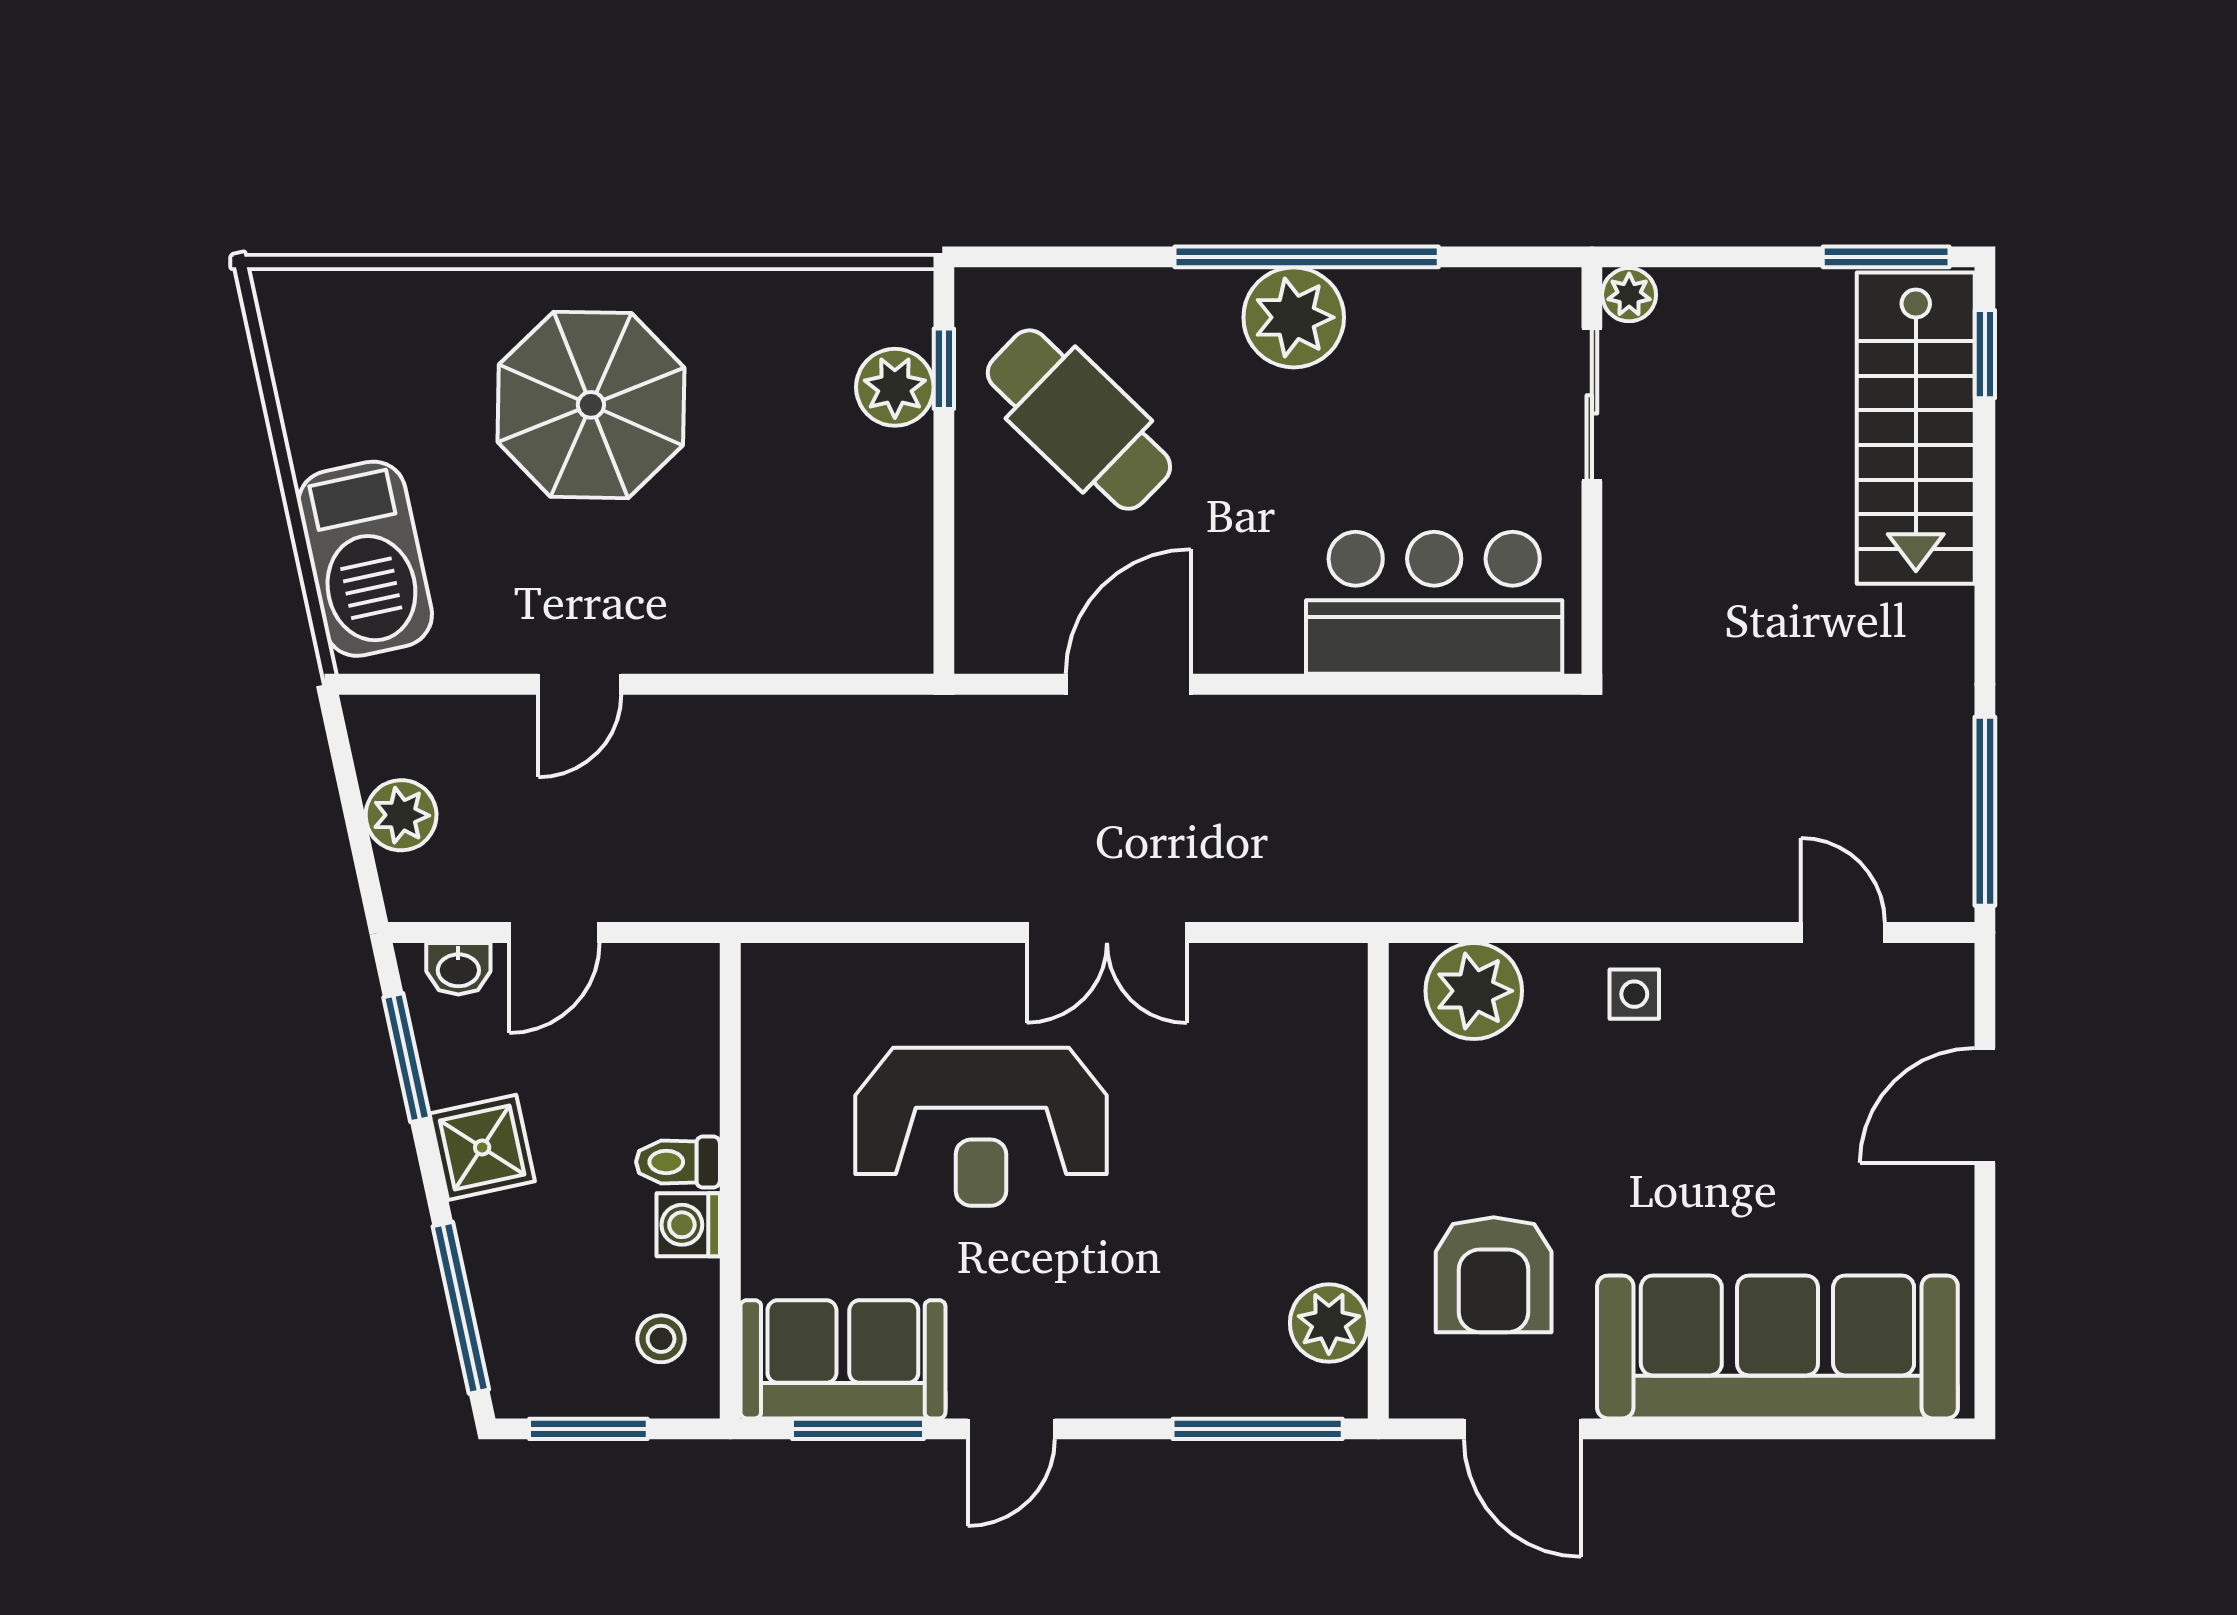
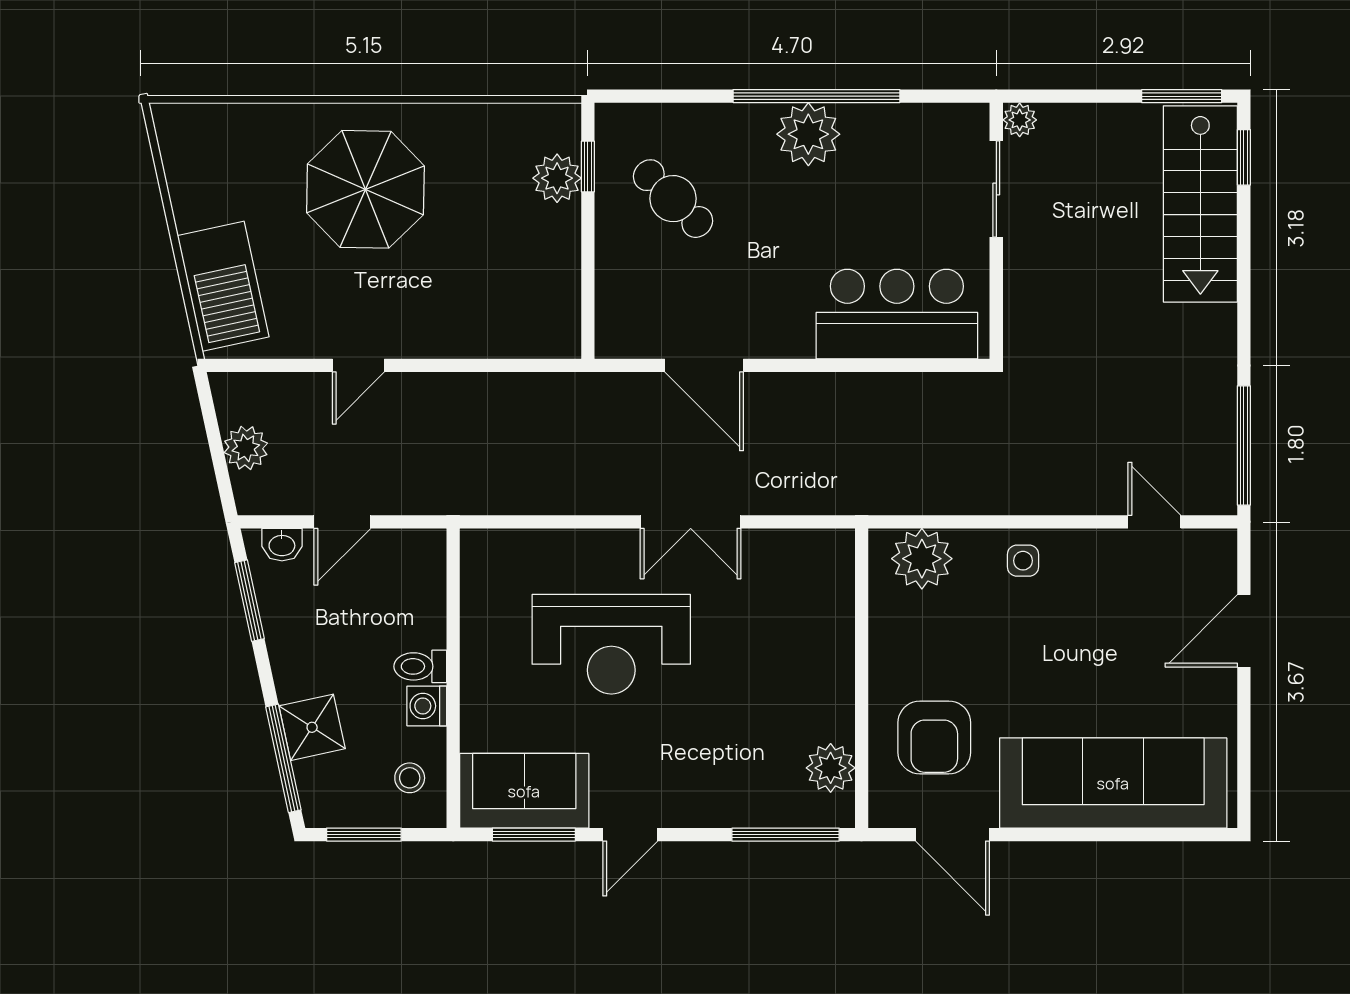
cafe table: (1079, 420) -> (673, 199), width x0.73, depth x0.74
door: (1128, 684) -> (704, 365), swing flipped
shower: (482, 1147) -> (312, 727), moved

